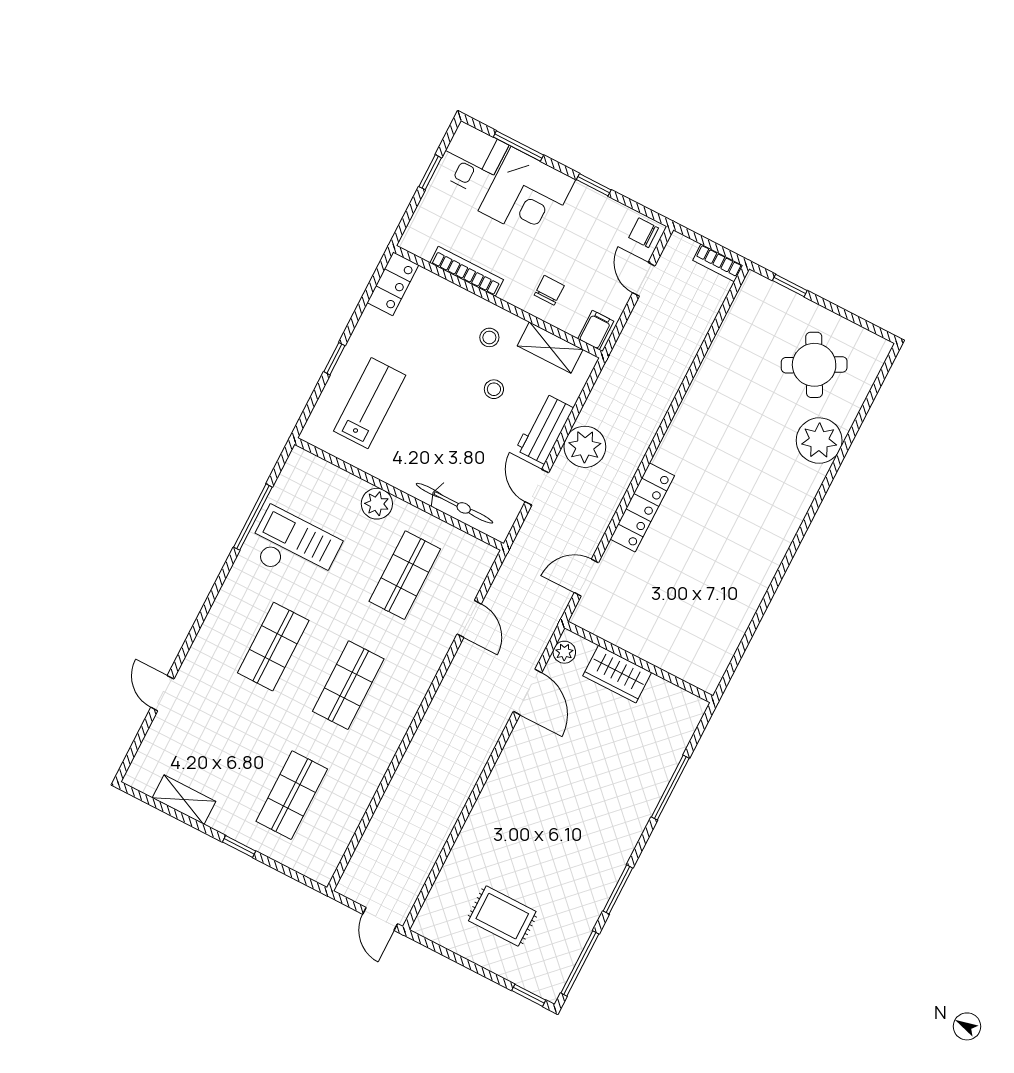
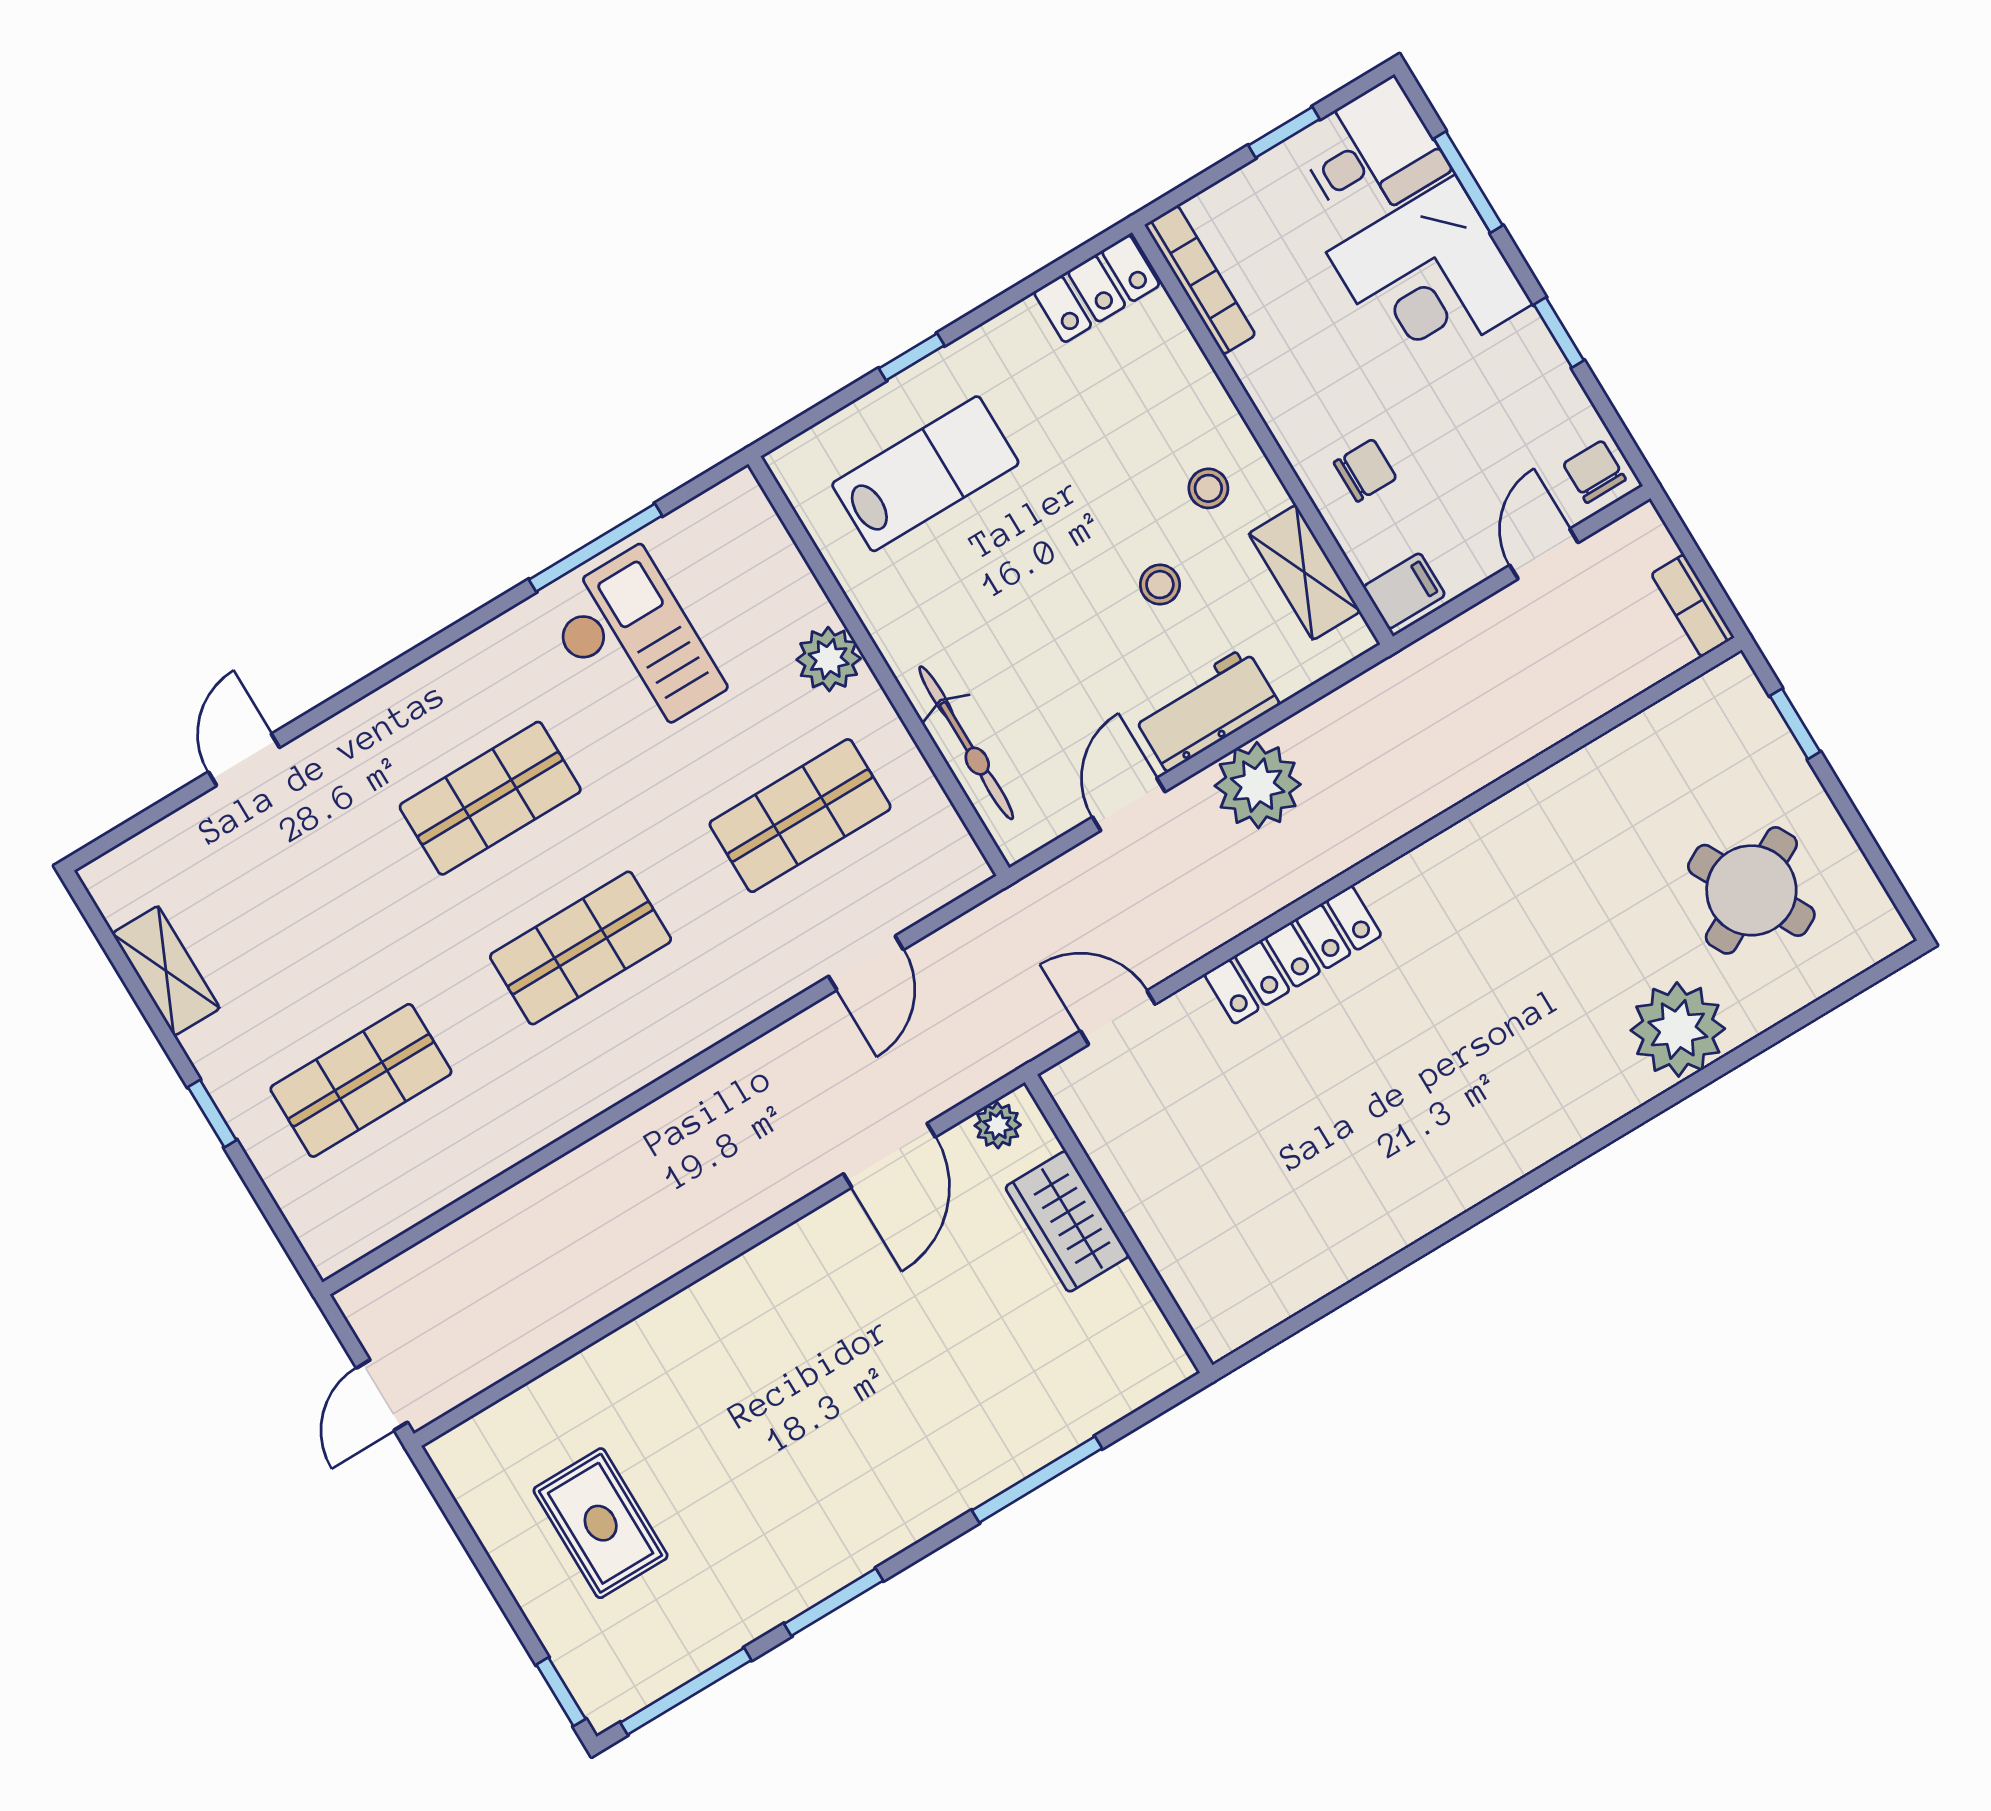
bookcase: (467, 271) -> (1200, 280), moved

